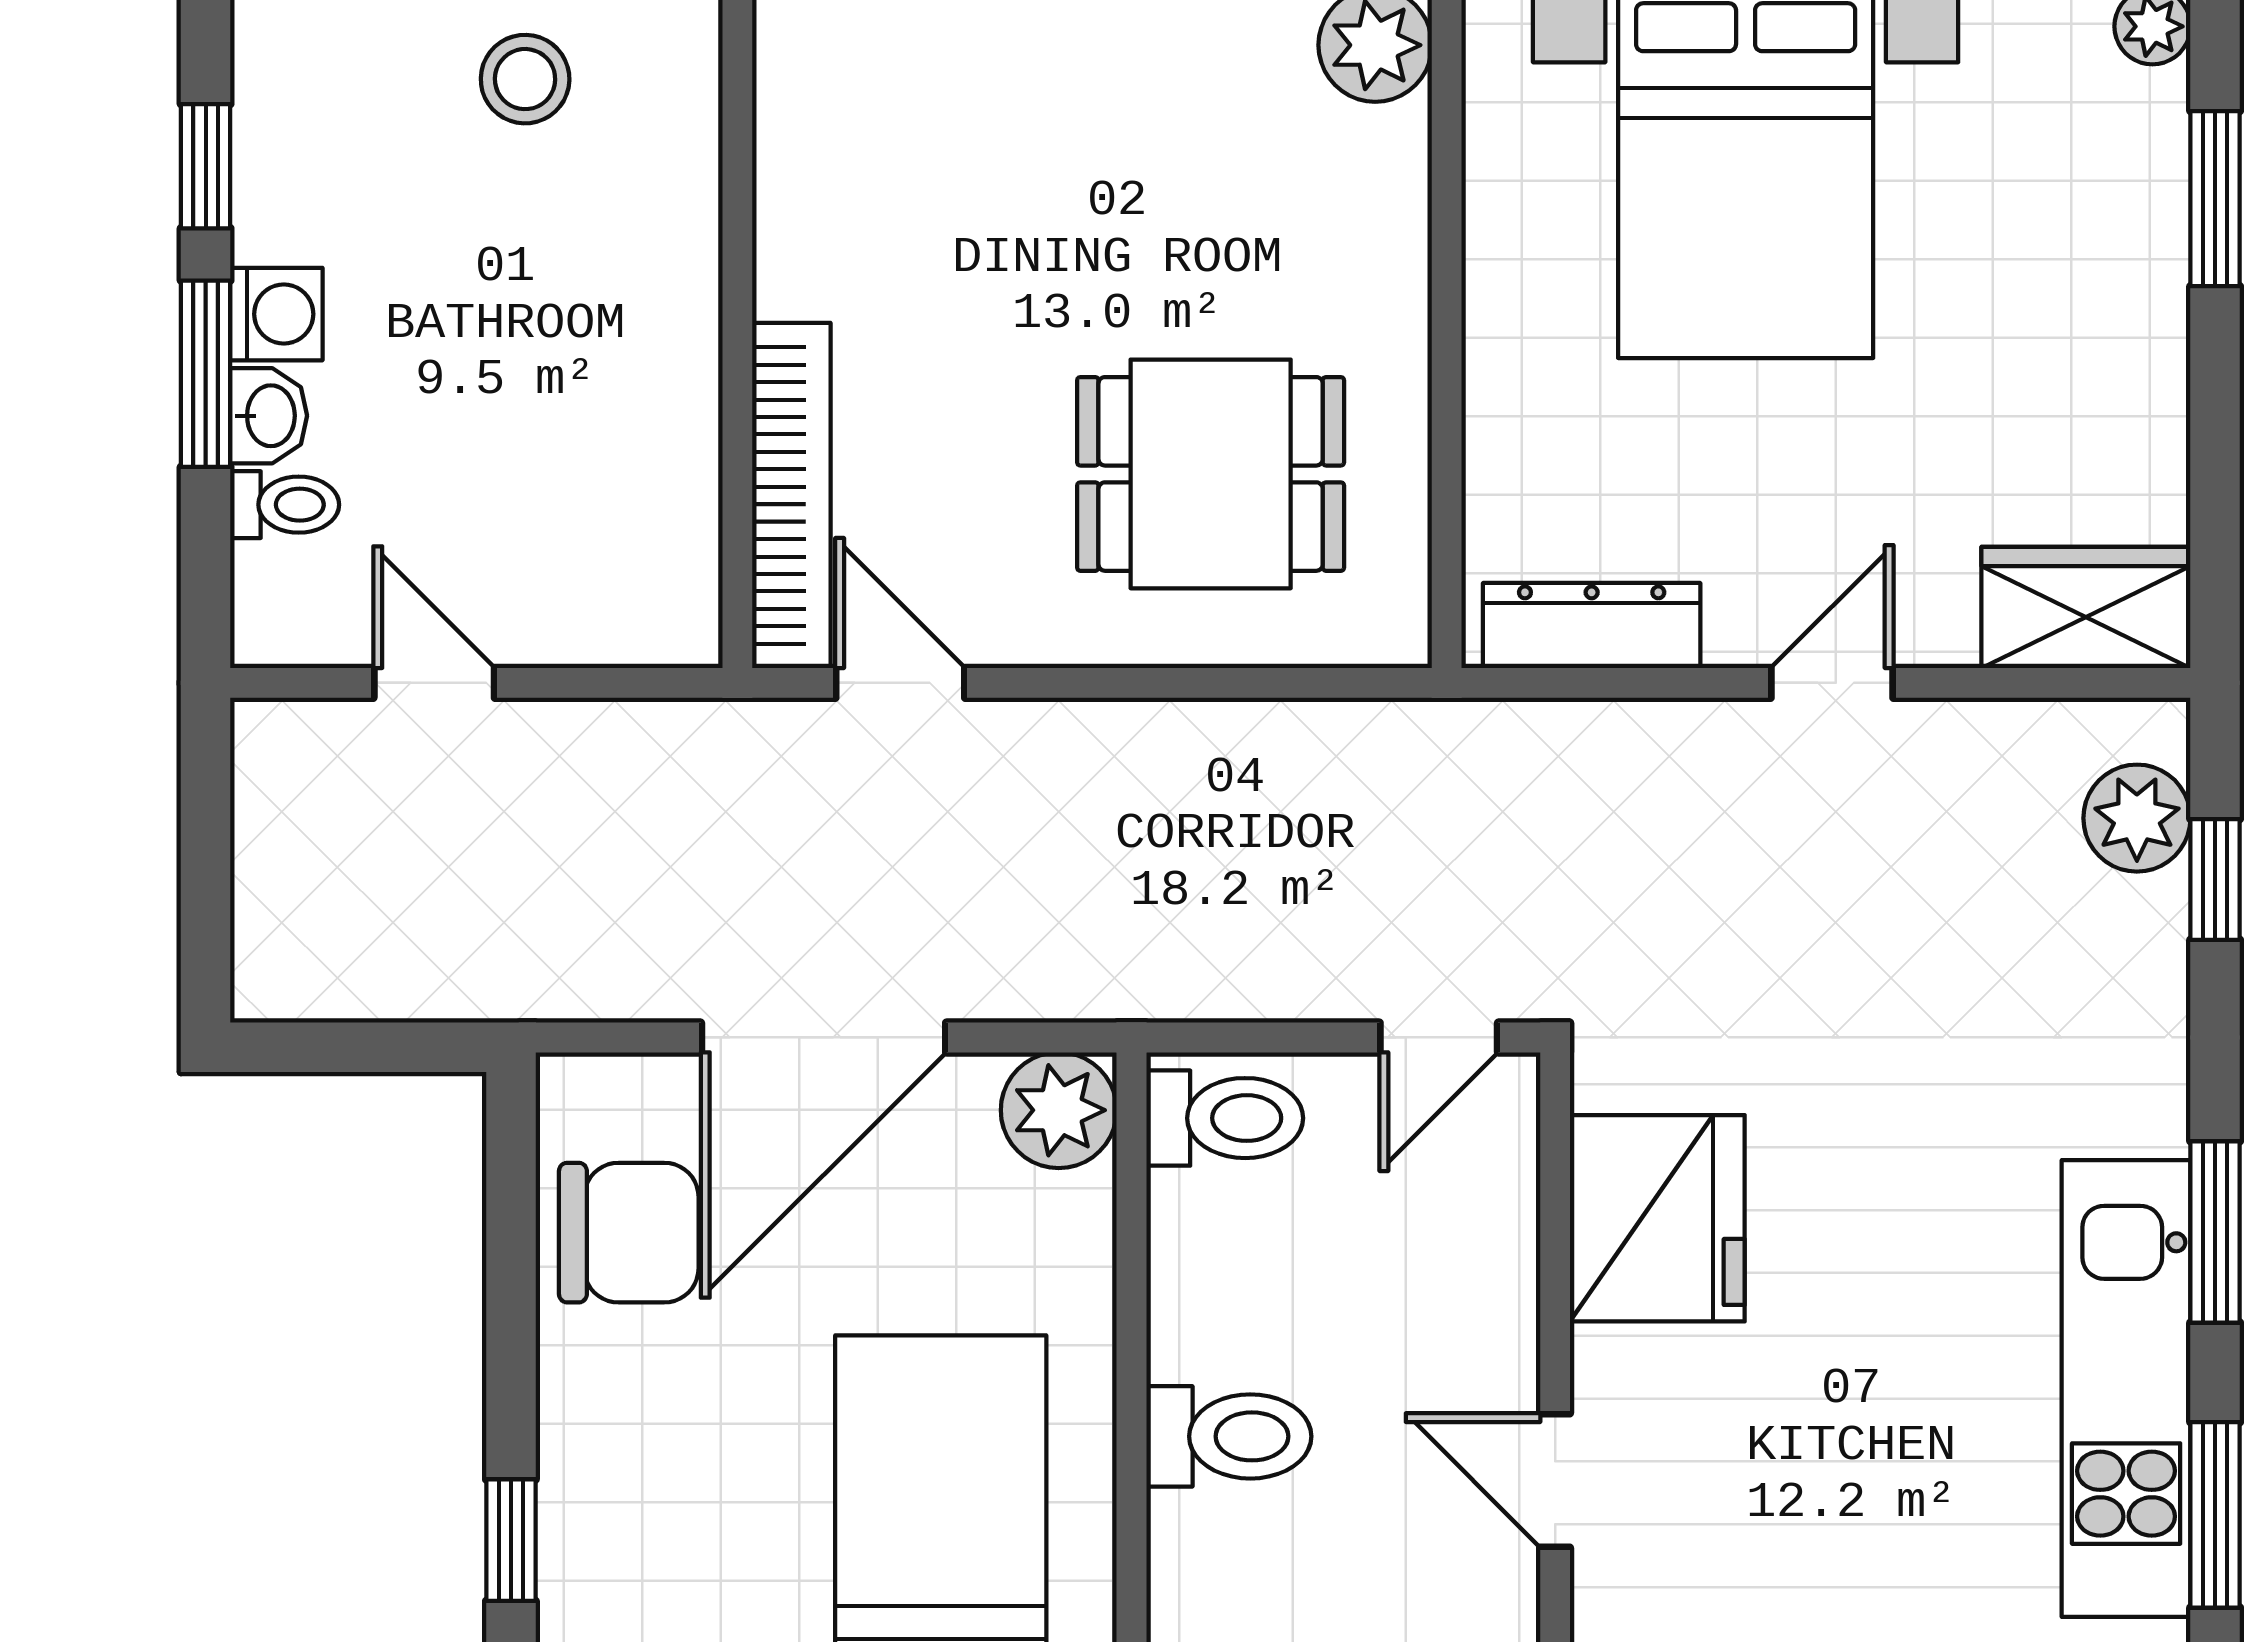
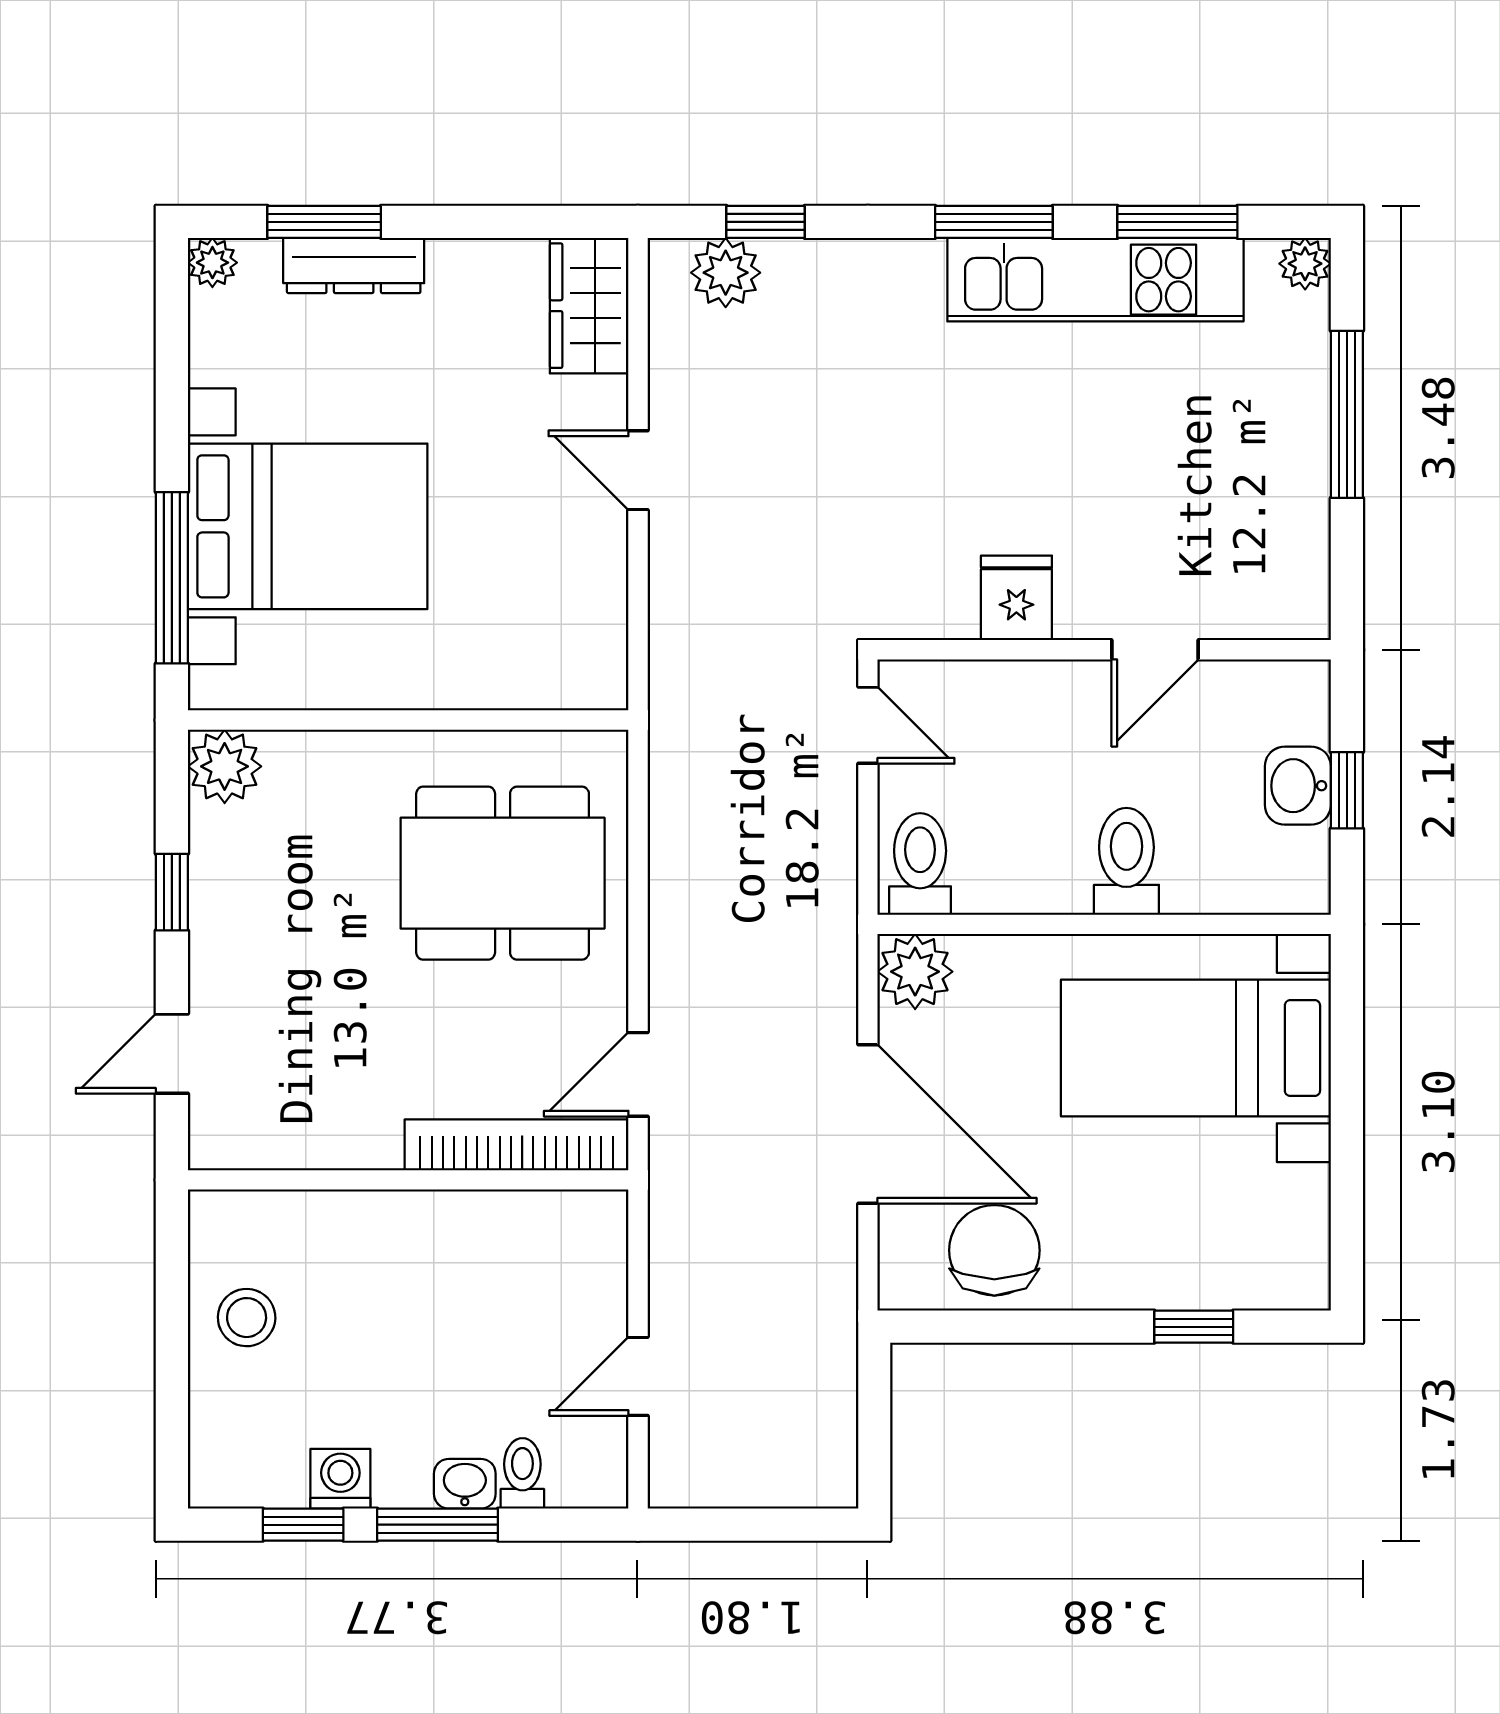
washing machine: (276, 314) -> (340, 1479), moved
dining table: (1211, 474) -> (503, 873), width x1.38
dresser: (1592, 626) -> (354, 266), moved, turned -90
fridge: (1657, 1218) -> (1016, 598), width x0.53, depth x0.75

